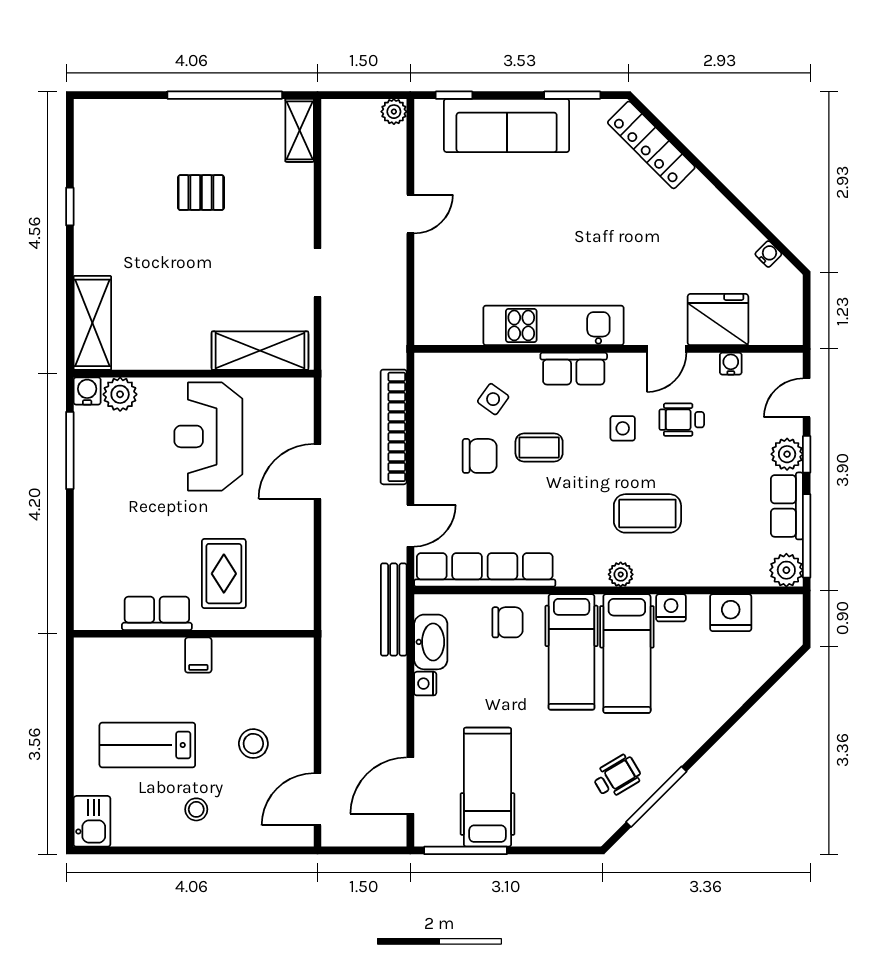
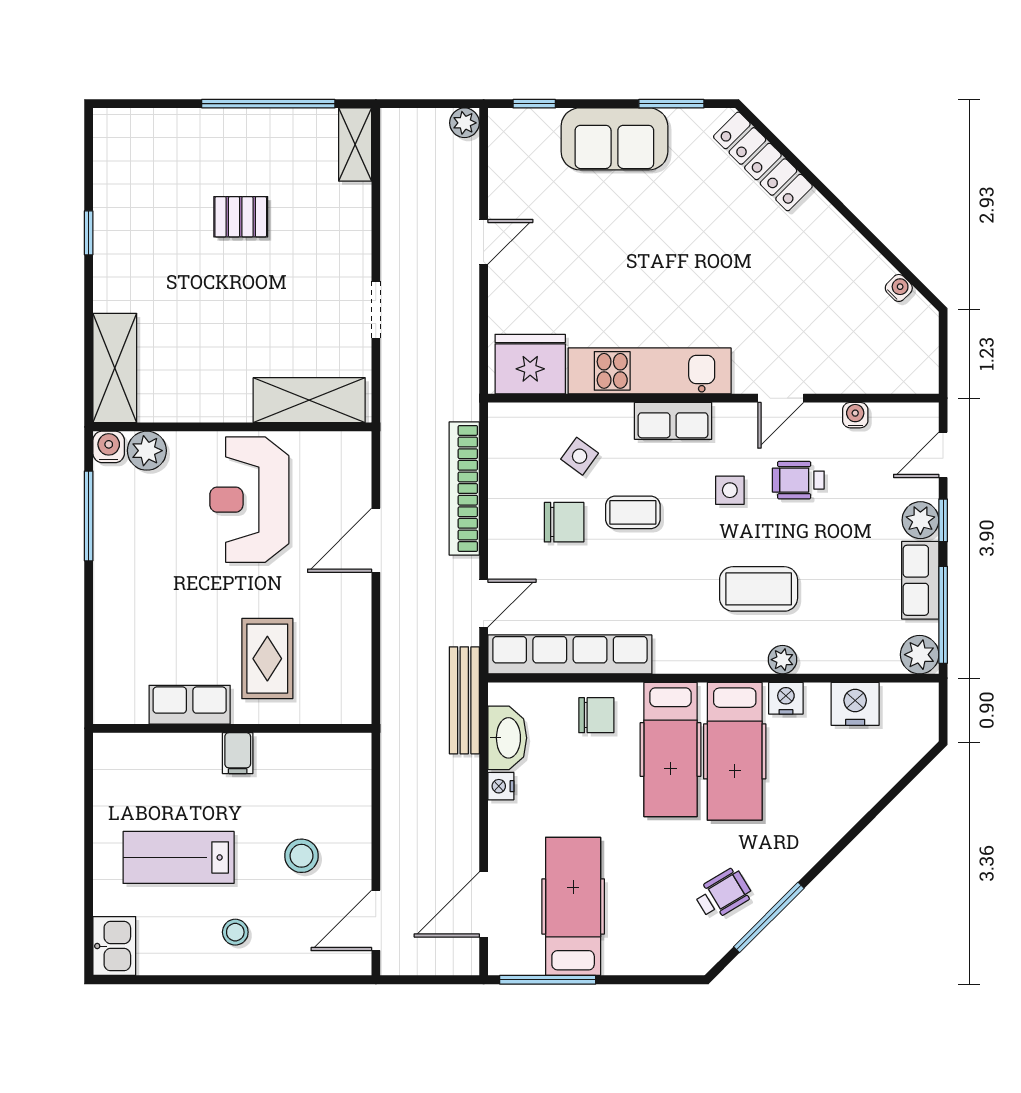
sofa: (507, 125) -> (614, 139), width x0.73
fridge: (718, 320) -> (530, 364), moved
plant: (621, 574) -> (782, 660), moved

